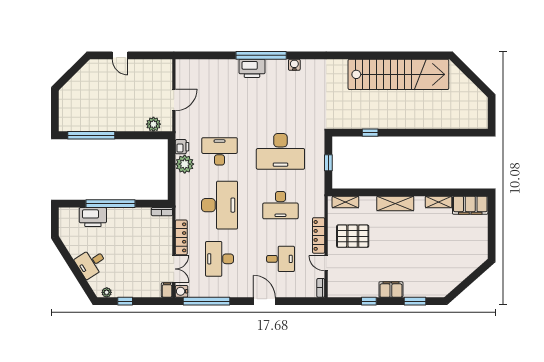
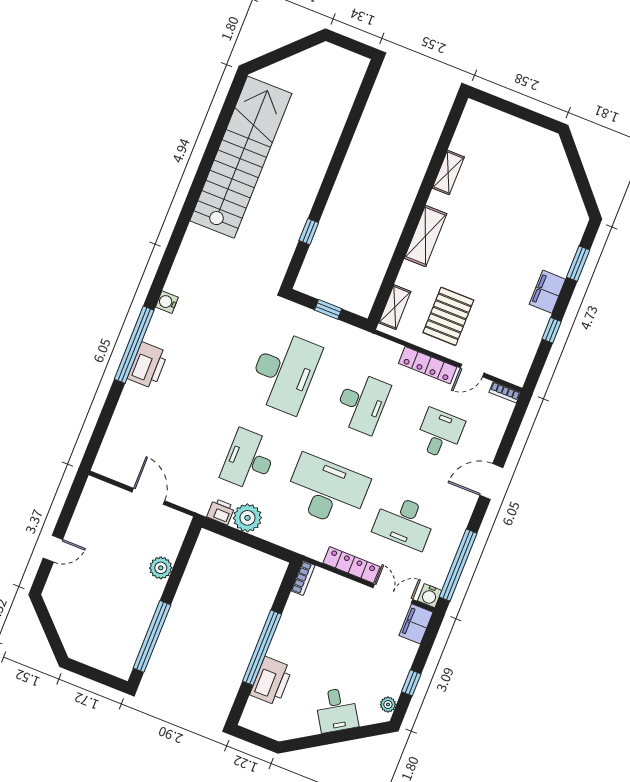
plant: (153, 124) -> (161, 568), moved
filing cabinet: (470, 205) -> (471, 129), removed
filing cabinet: (167, 290) -> (416, 624), width x2.00

